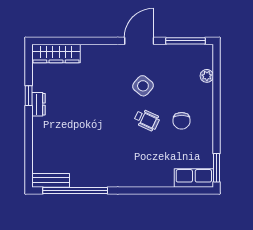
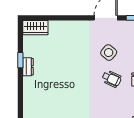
wardrobe: (56, 53) -> (35, 28), width x0.67

